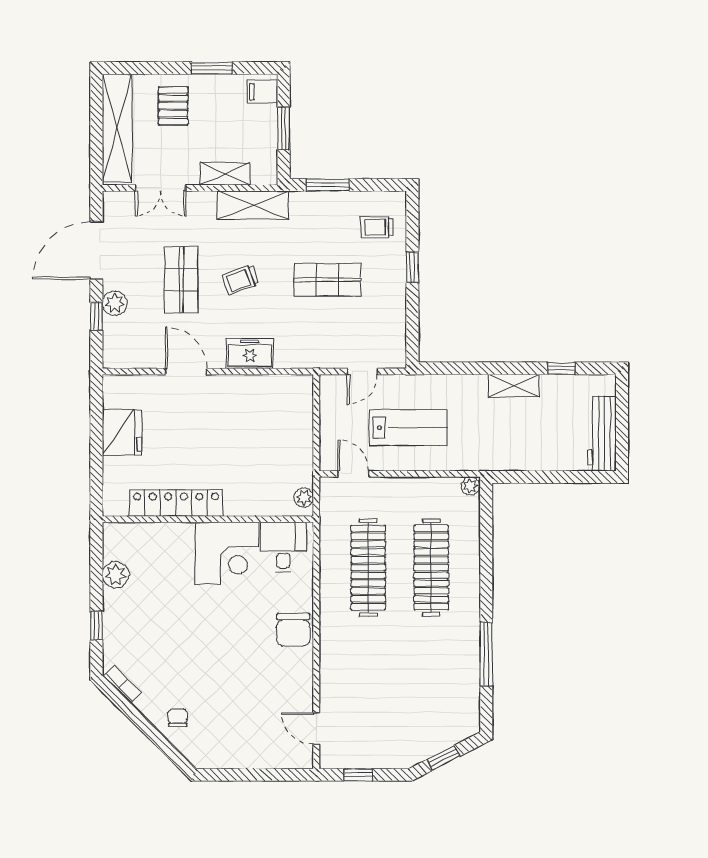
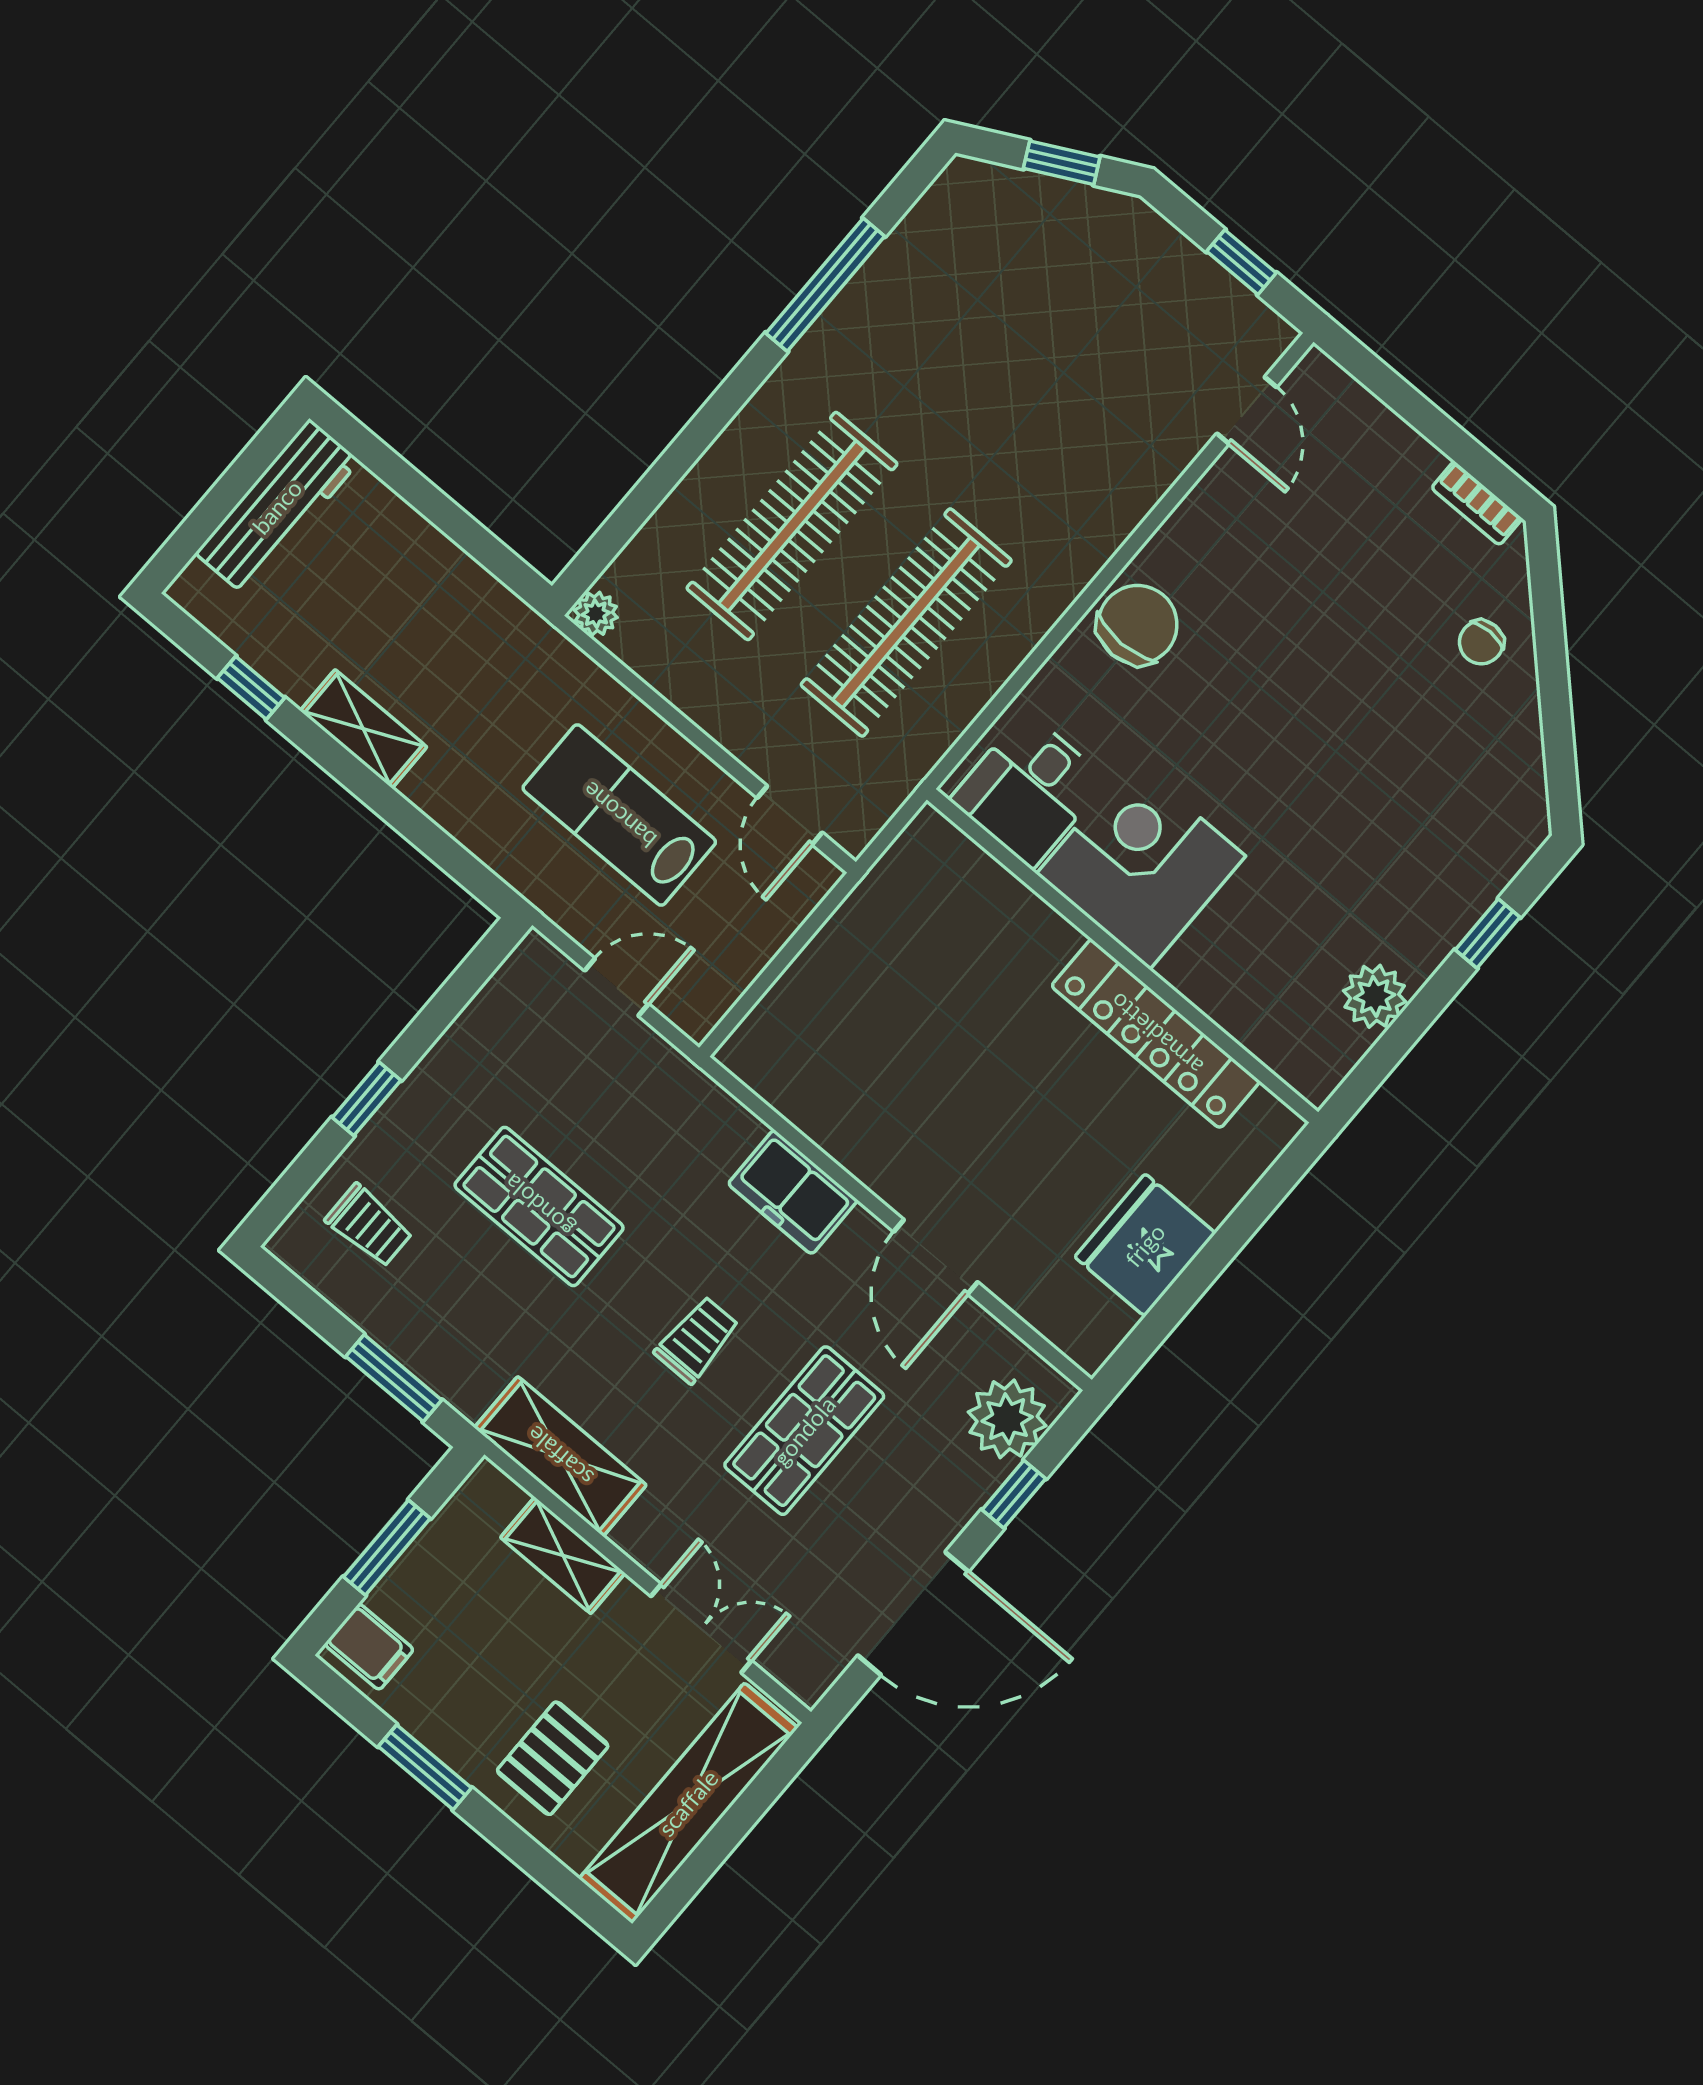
trolley: (241, 280) -> (697, 1340), turned -70
plant: (115, 303) -> (1007, 1419), moved, width x1.36, depth x1.36
plant: (304, 498) -> (916, 848), removed
bookcase: (122, 684) -> (1477, 503), moved, turned -45

